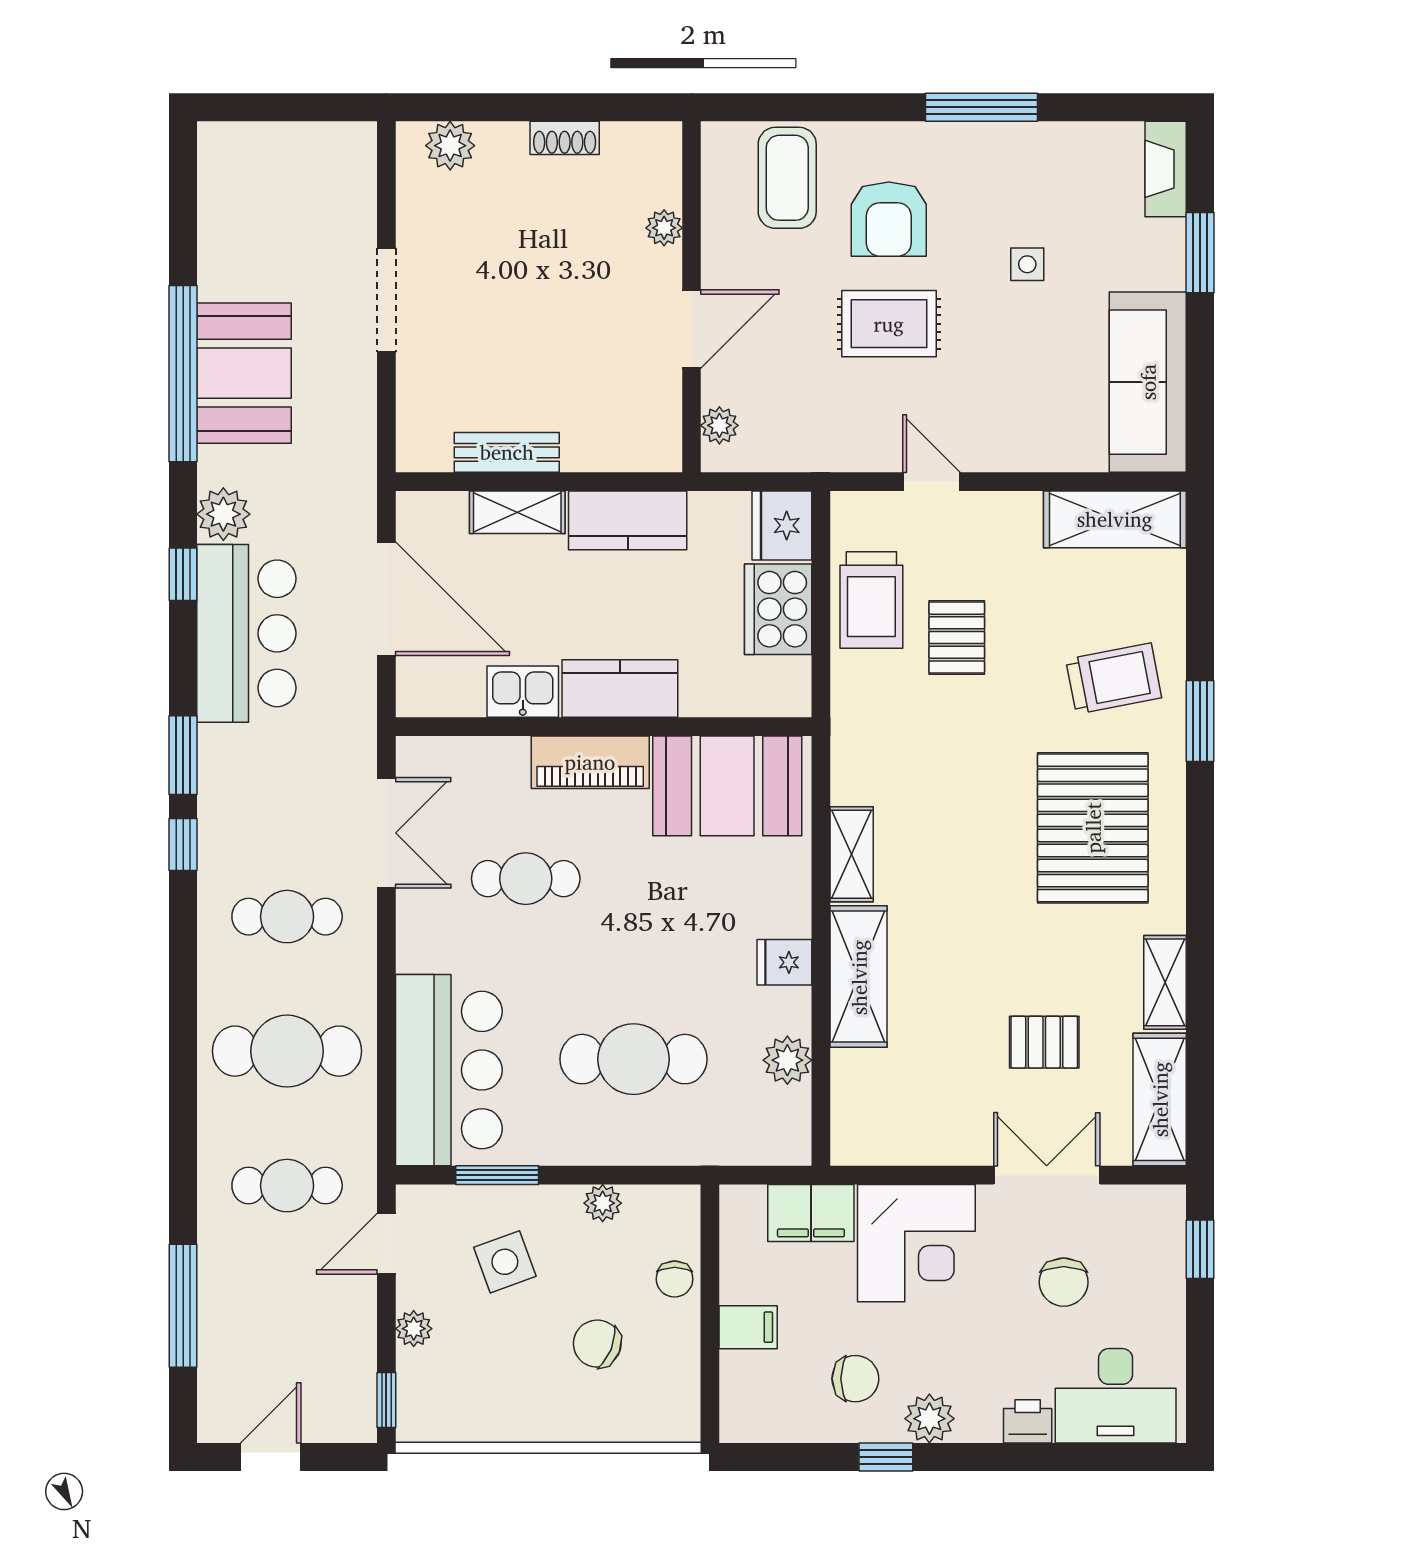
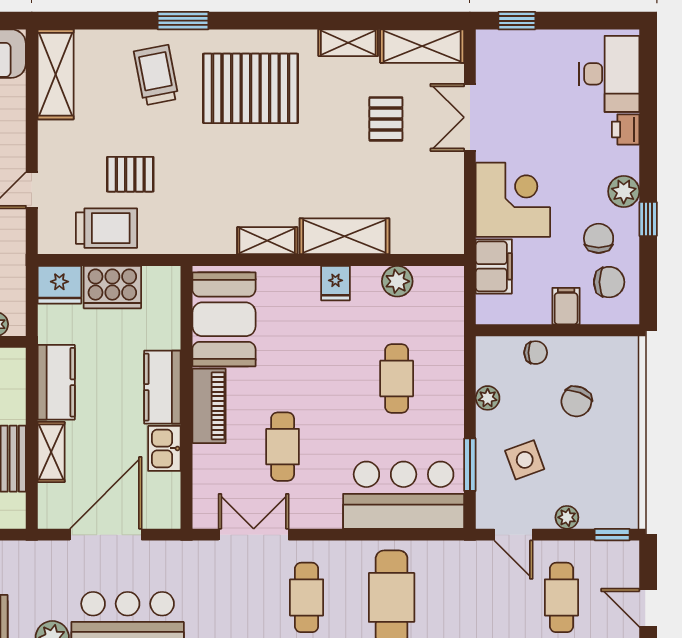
cafe table: (634, 1059) -> (397, 379), width x0.73, depth x0.74
cafe table: (287, 1186) -> (561, 597), moved
chair: (1064, 1282) -> (609, 282), moved

